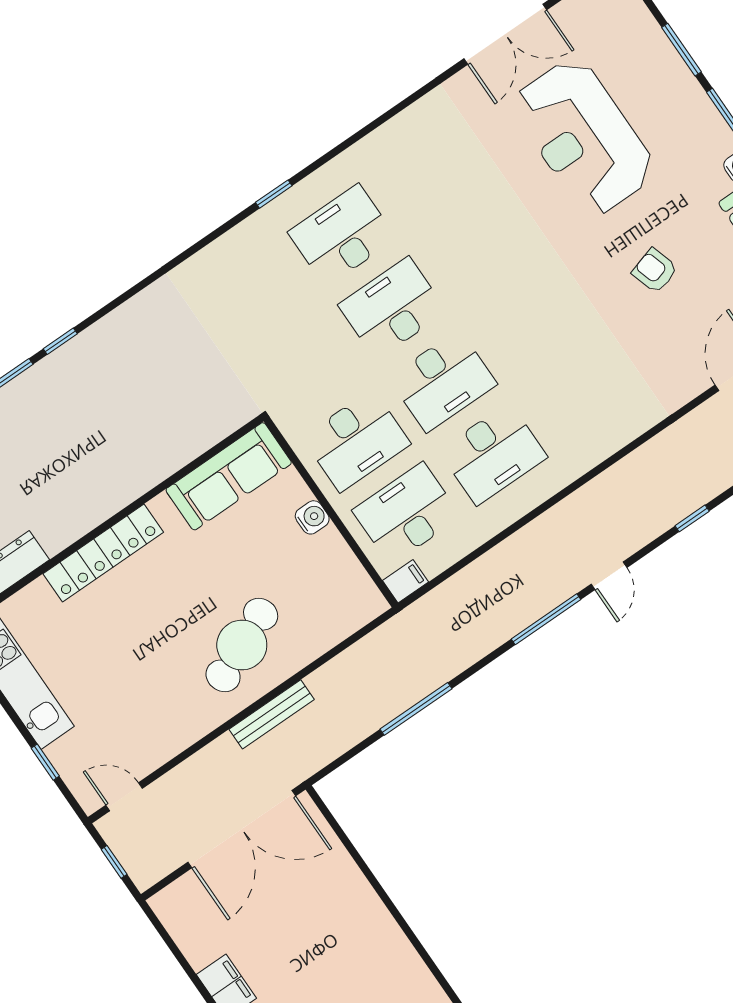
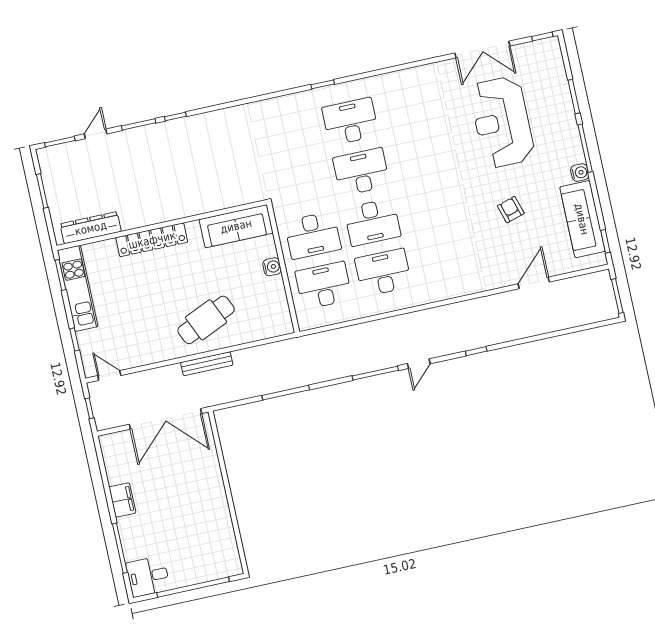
desk: (493, 454) -> (383, 272), turned 180
filing cabinet: (405, 581) -> (308, 322), removed

